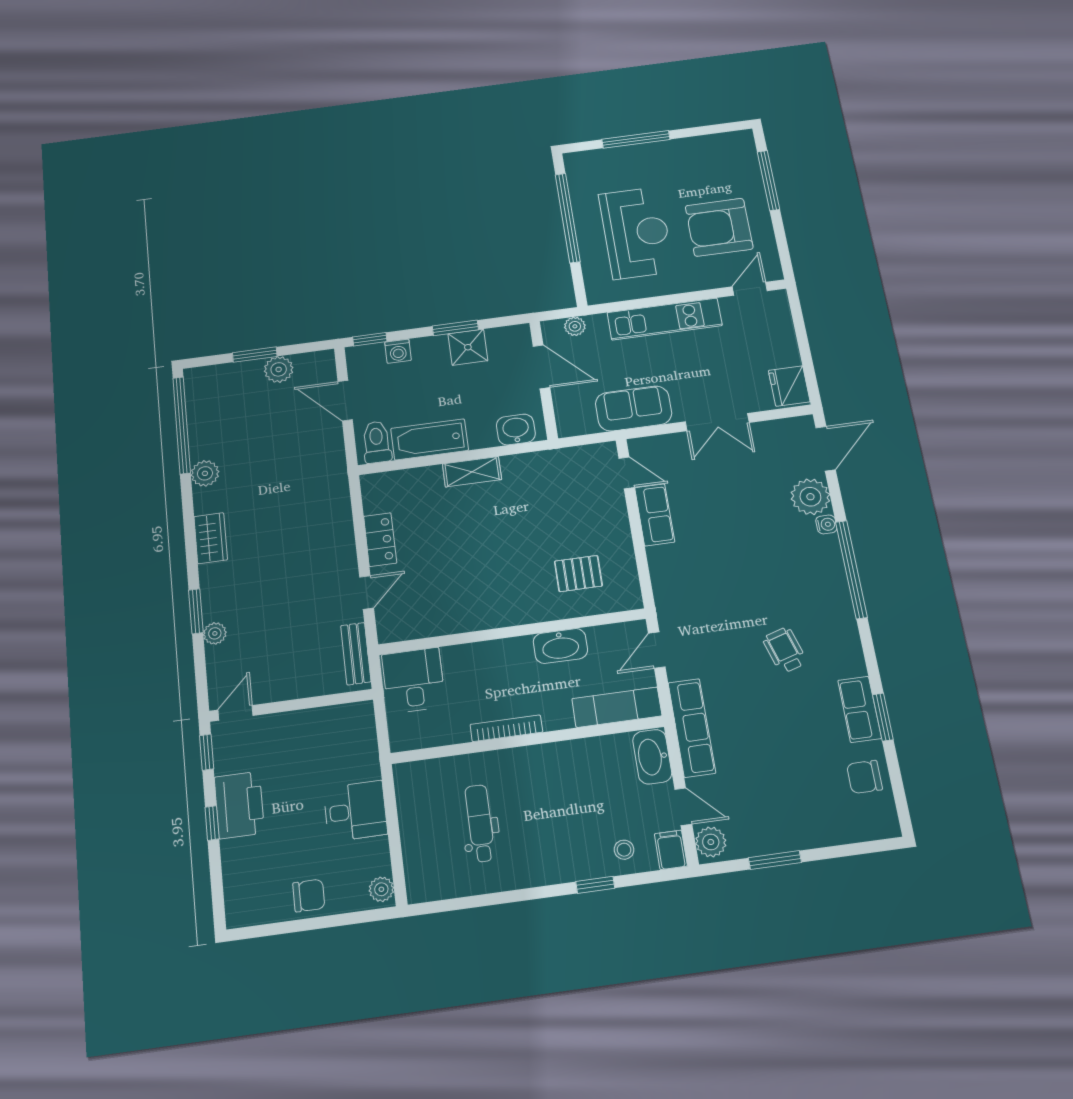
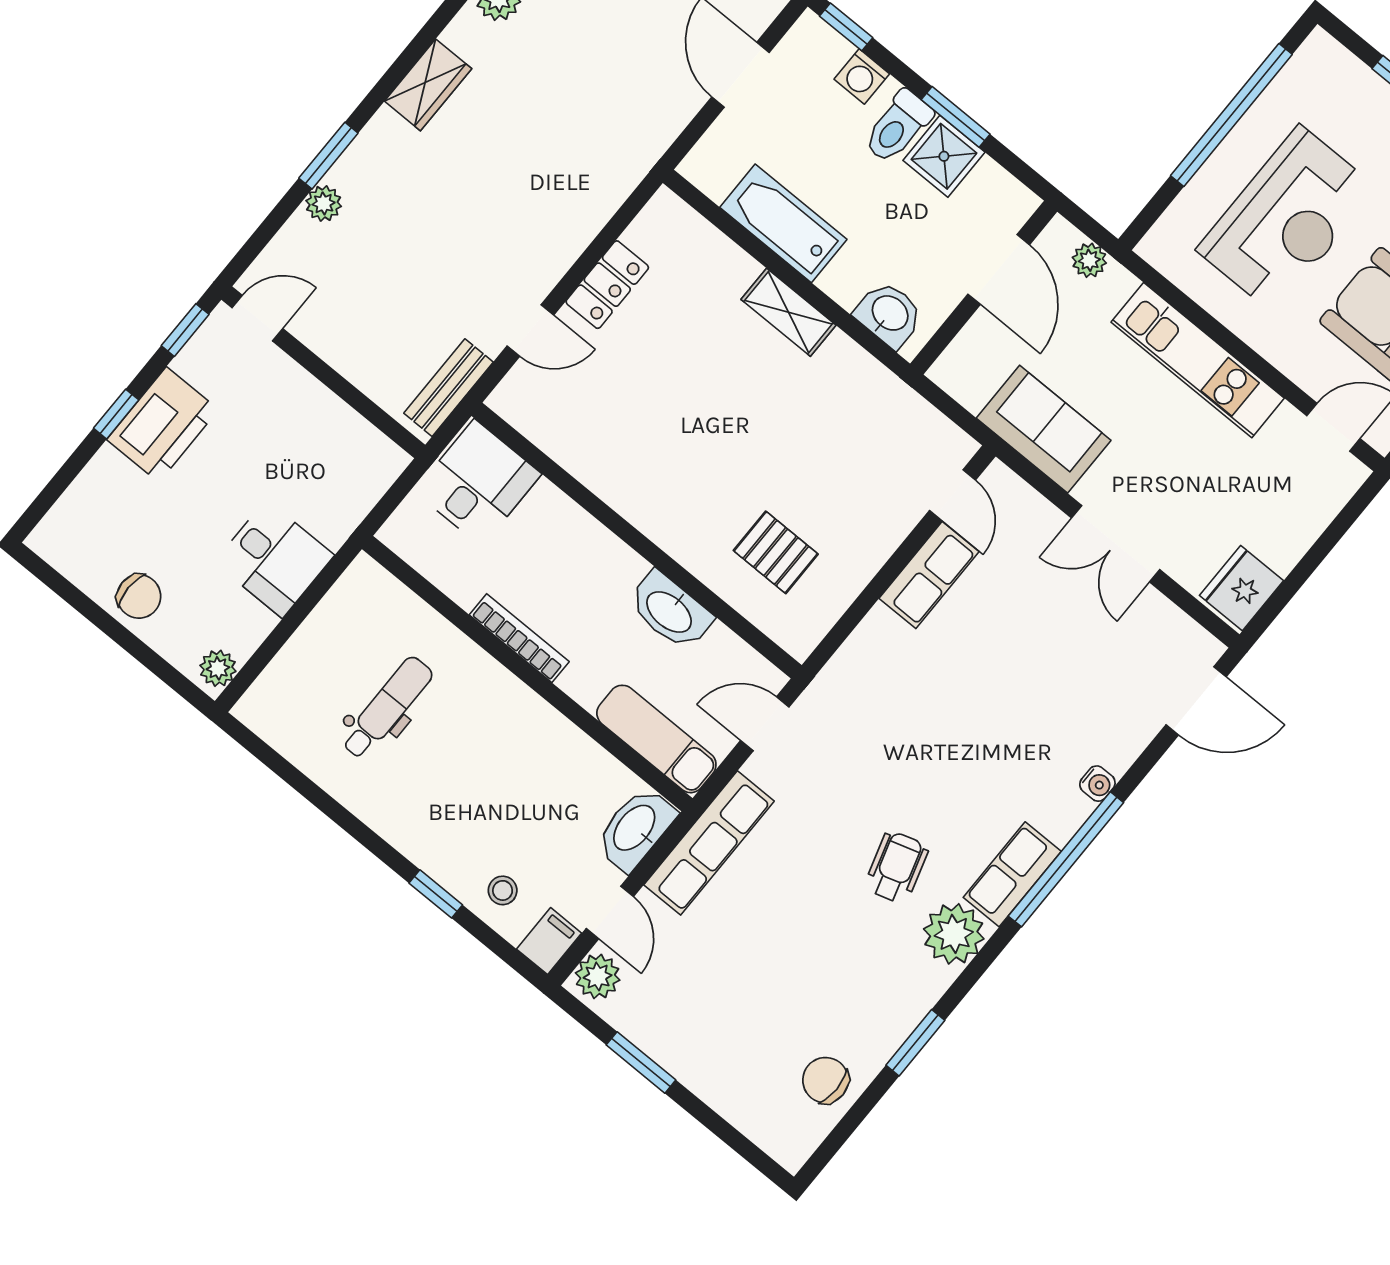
toilet: (377, 442) -> (898, 127), moved, turned 180
plant: (810, 497) -> (954, 934), moved
row of seats: (860, 709) -> (1012, 874), moved

